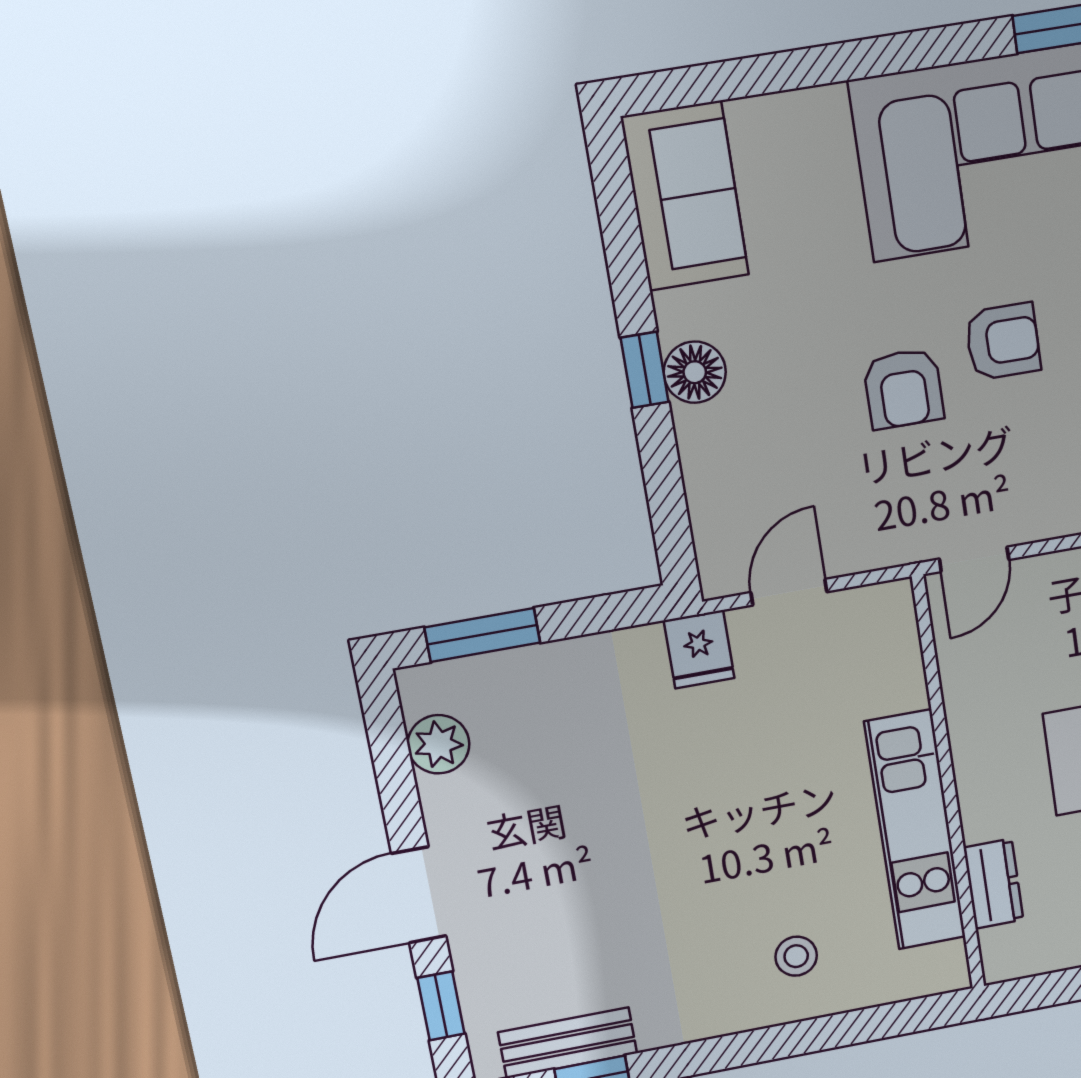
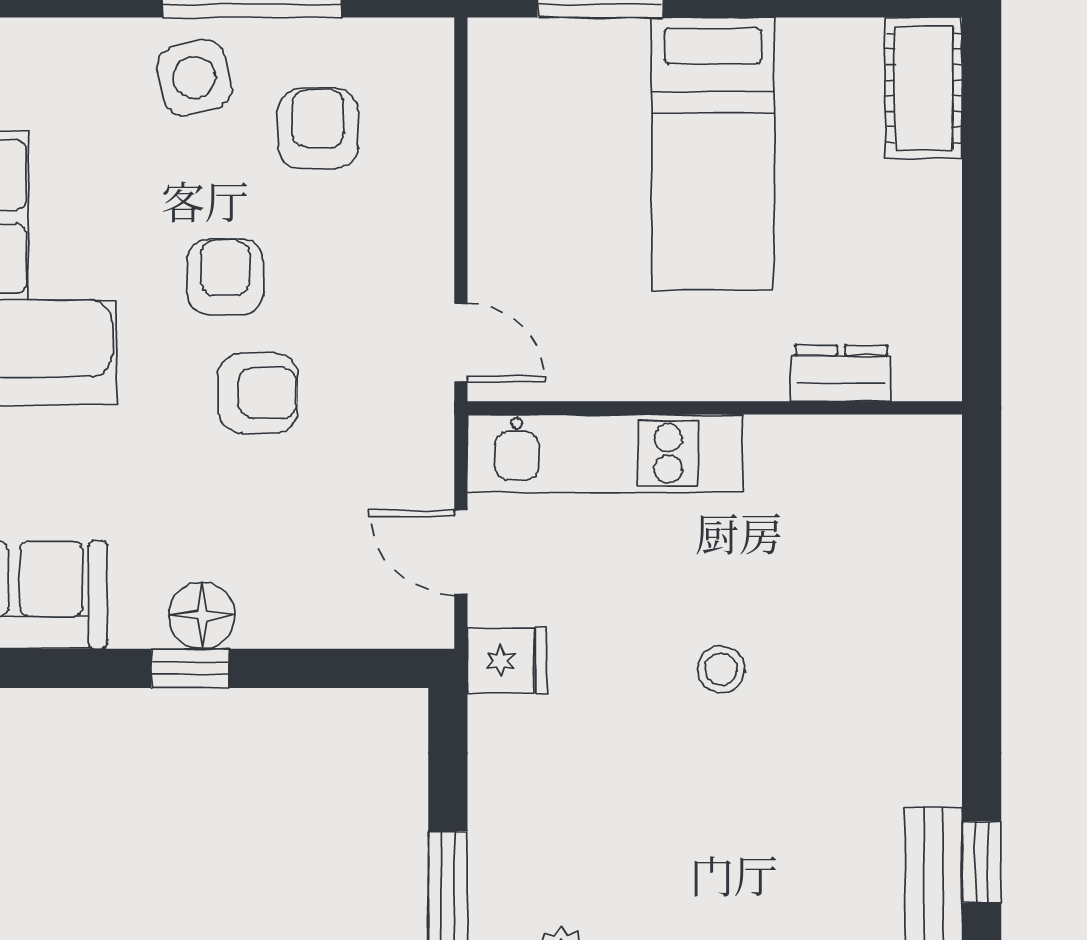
kitchen unit: (915, 830) -> (605, 453), moved
stool: (796, 956) -> (721, 669), moved

